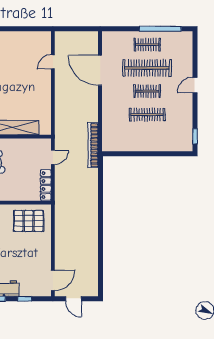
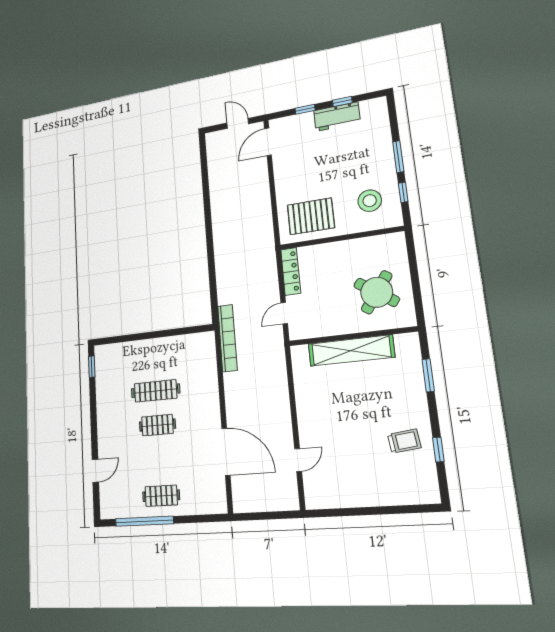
clothes rail: (147, 68) -> (159, 460), removed
door: (195, 85) -> (95, 471), moved

